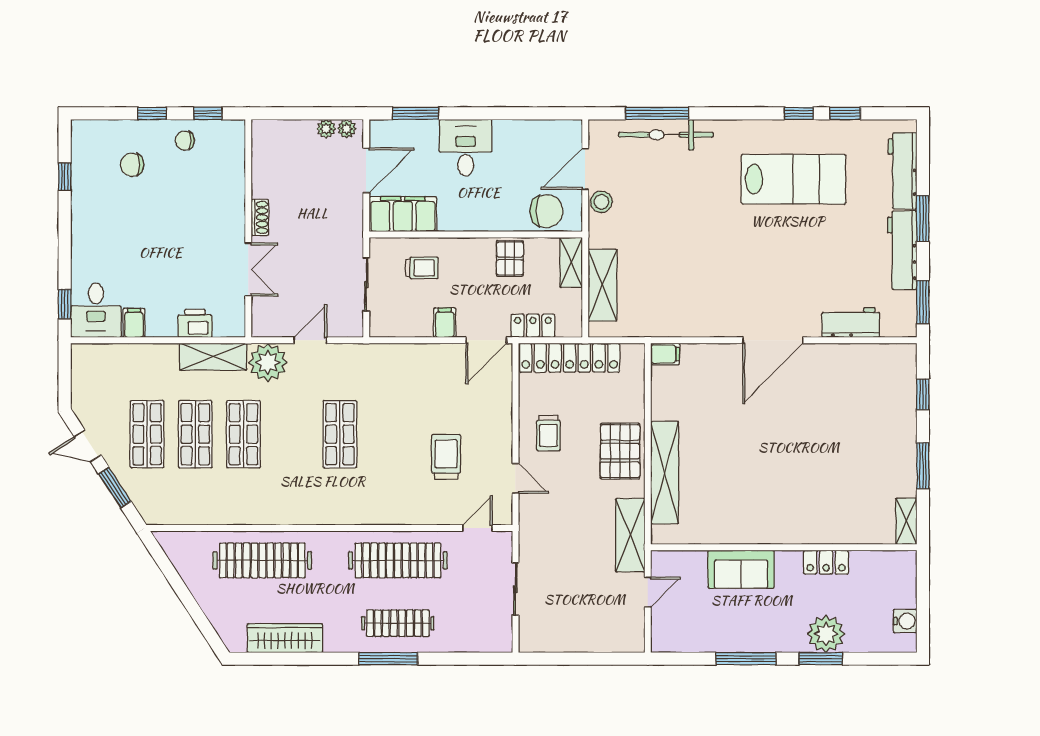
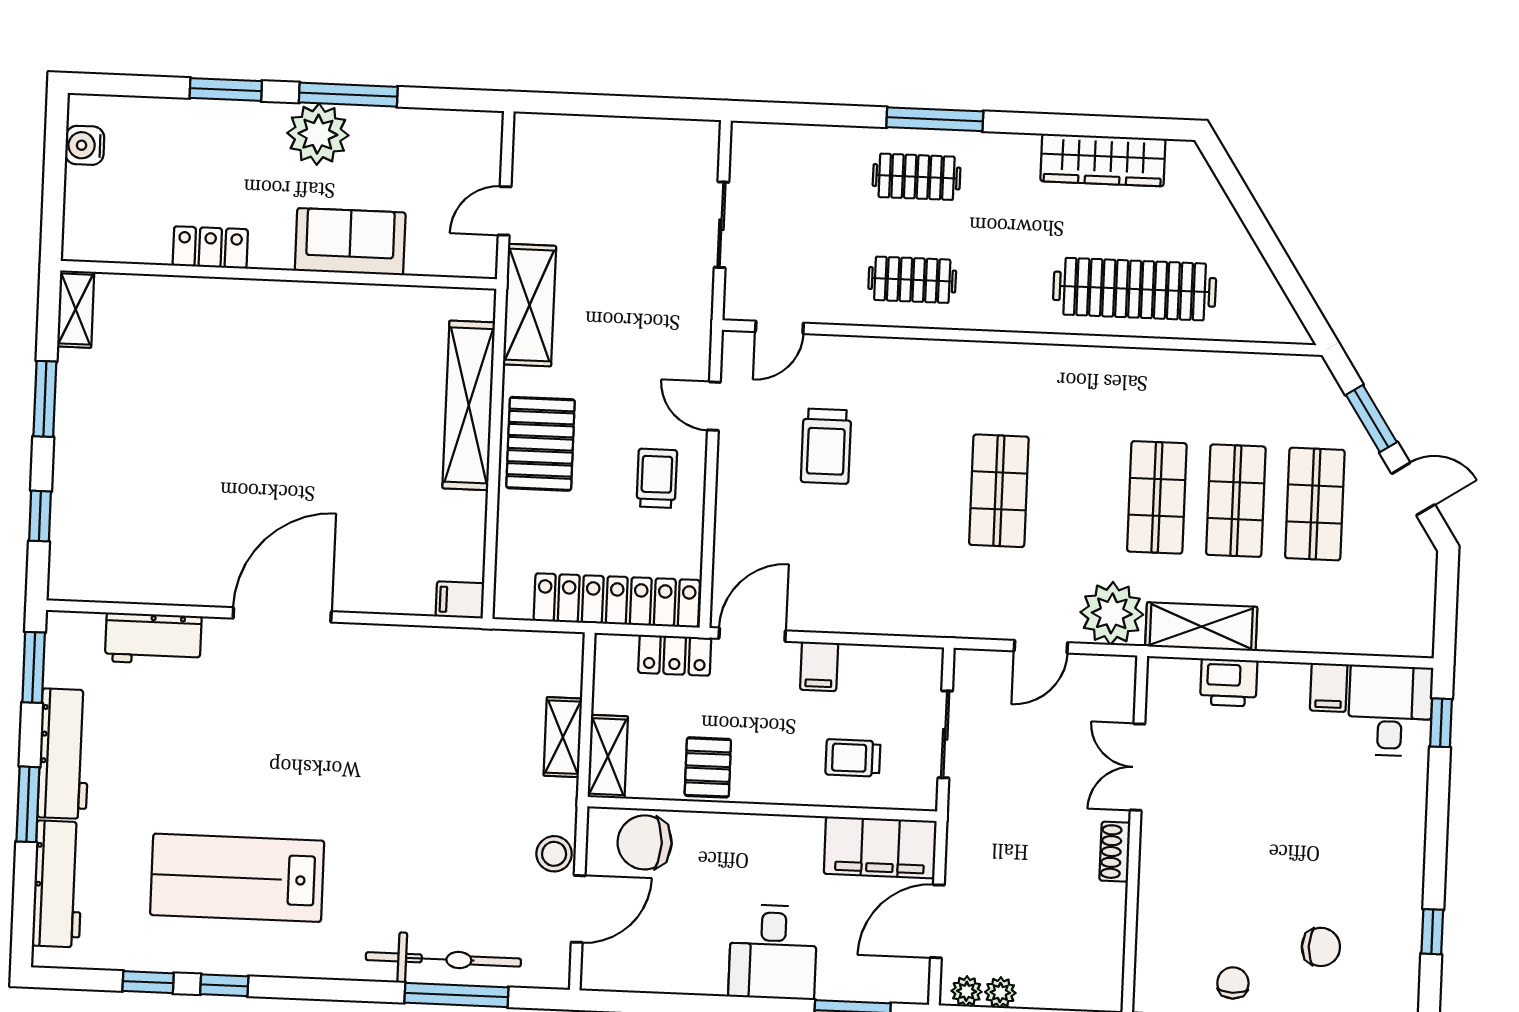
chair: (185, 141) -> (1233, 983), turned -90
shelving: (602, 285) -> (563, 737), width x0.67, depth x0.75
clothes rail: (398, 560) -> (912, 280), width x0.54, depth x0.76
clothes rail: (398, 623) -> (917, 177), width x0.73
plant: (826, 634) -> (318, 134), moved

